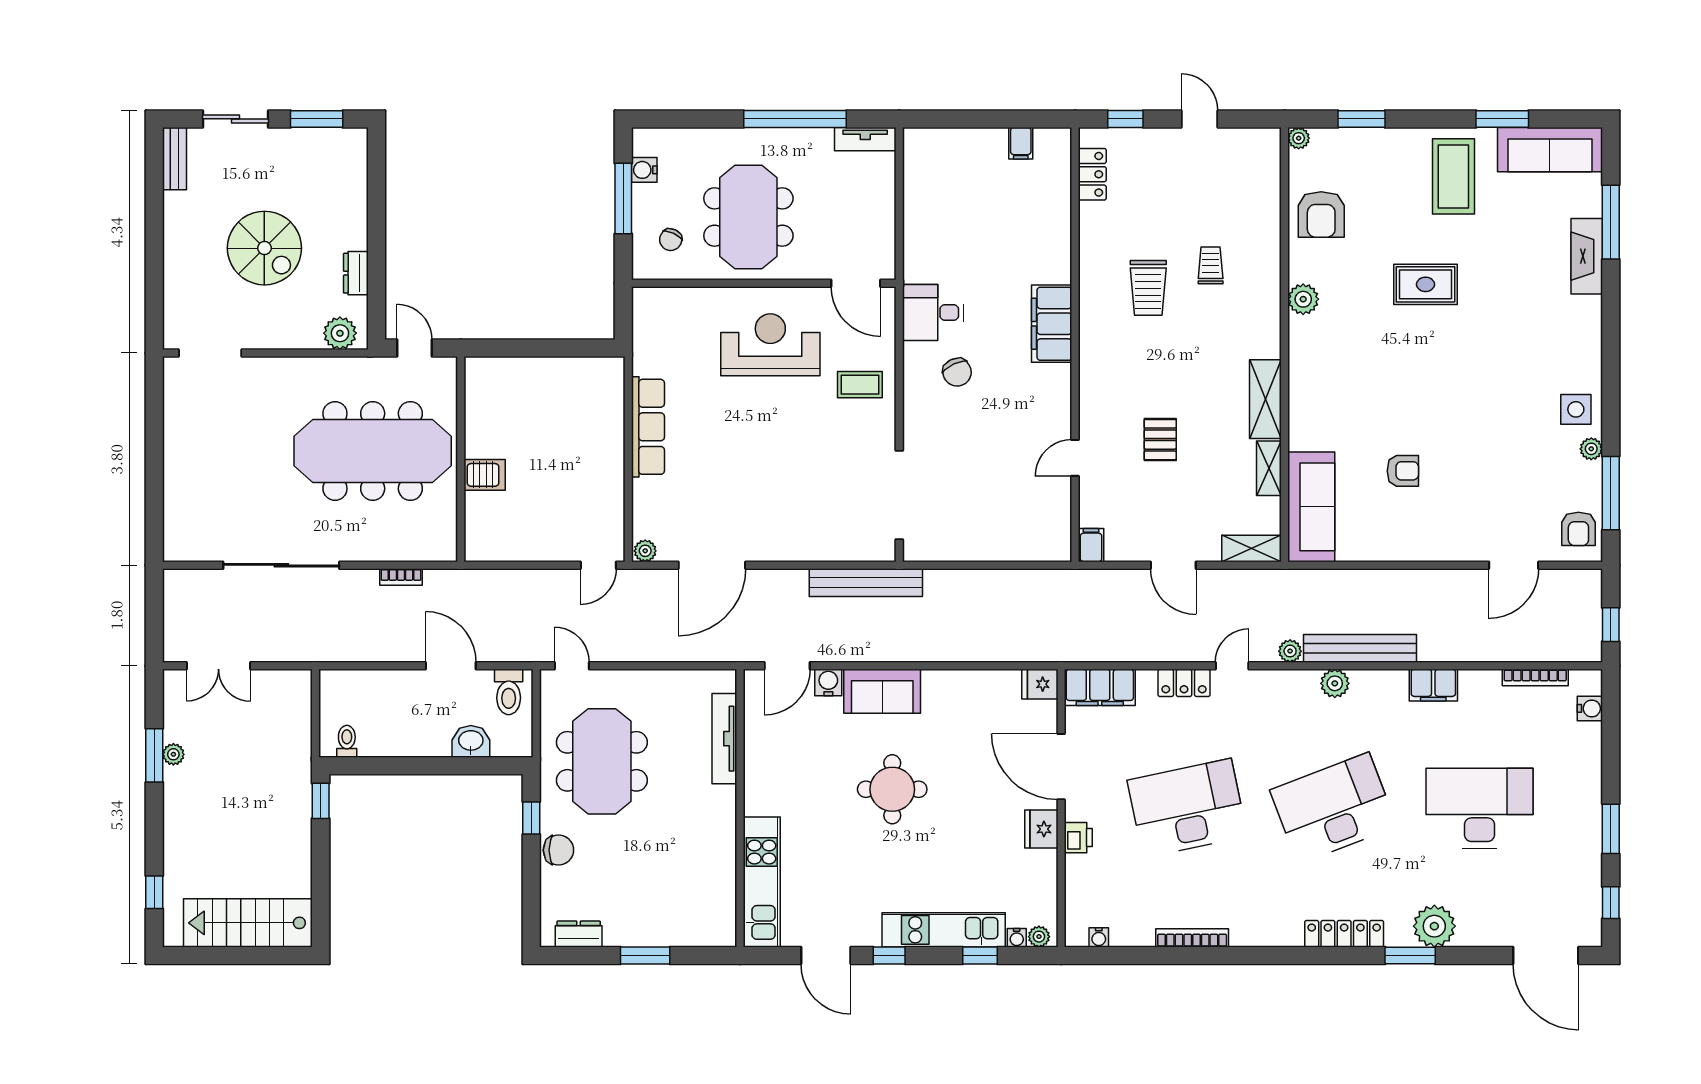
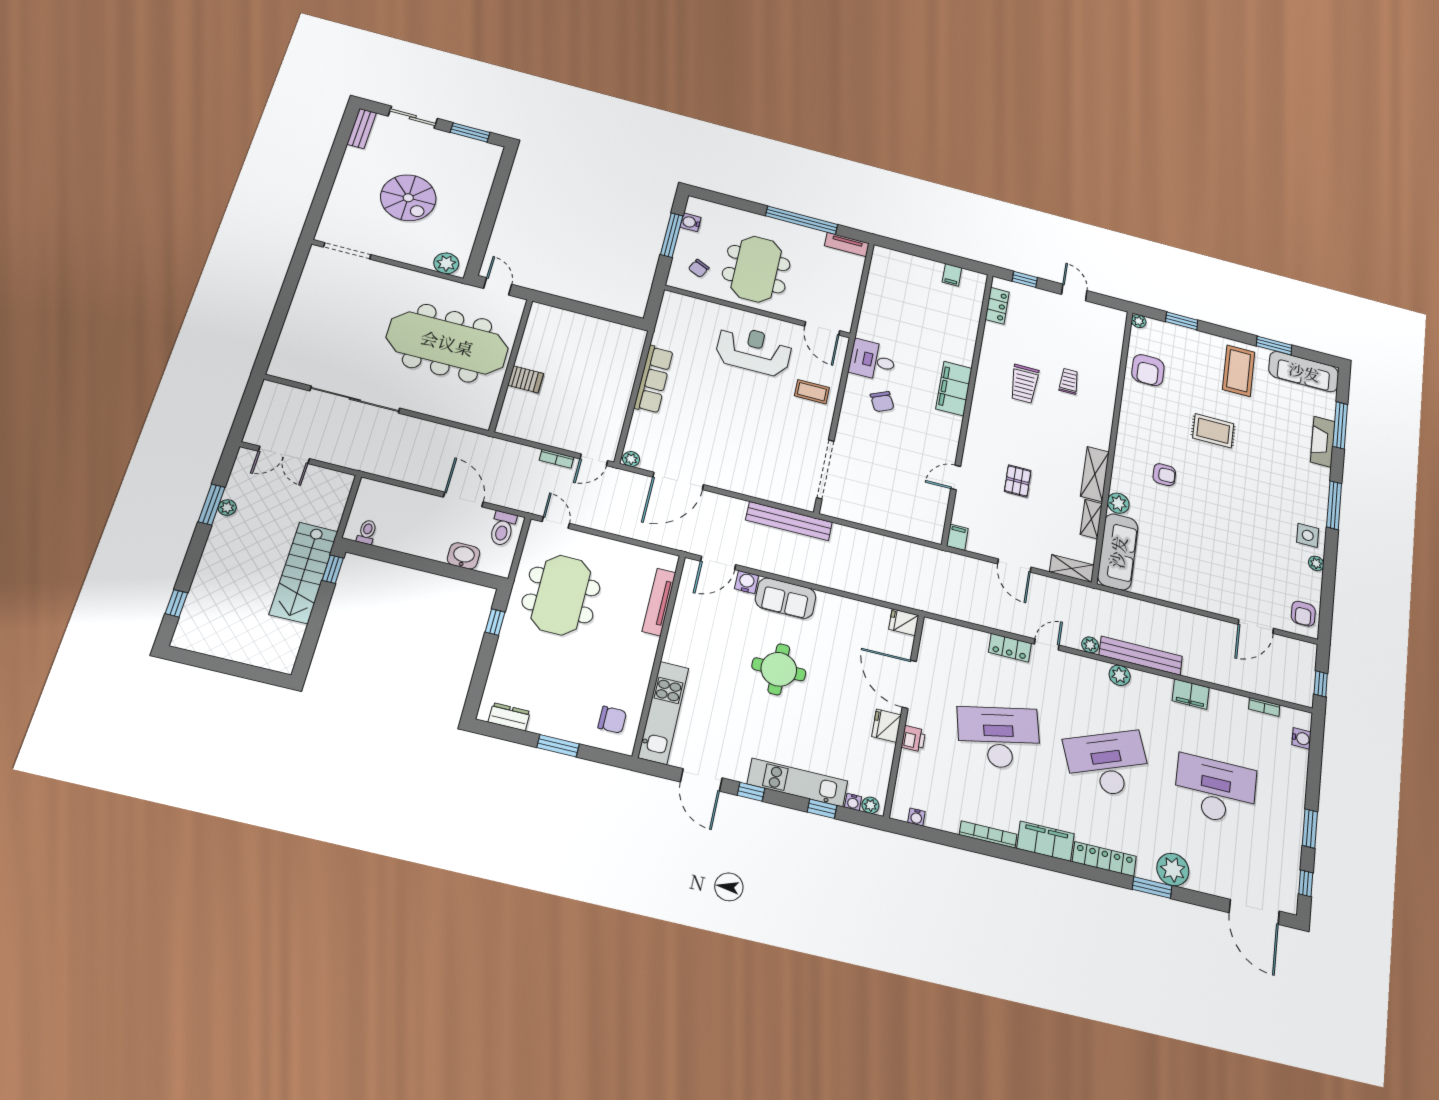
dresser: (356, 273) -> (469, 230), removed
plant: (1303, 299) -> (1118, 503), moved
armchair: (1403, 471) -> (1164, 475), moved
window: (1611, 493) -> (1334, 505), moved
bookcase: (401, 577) -> (556, 459), moved
bookcase: (1535, 677) -> (1264, 707), width x0.64
filing cabinet: (1100, 687) -> (1045, 841), moved, turned 180
chair: (558, 850) -> (612, 720), moved
stairs: (248, 923) -> (304, 573), moved, turned -90

